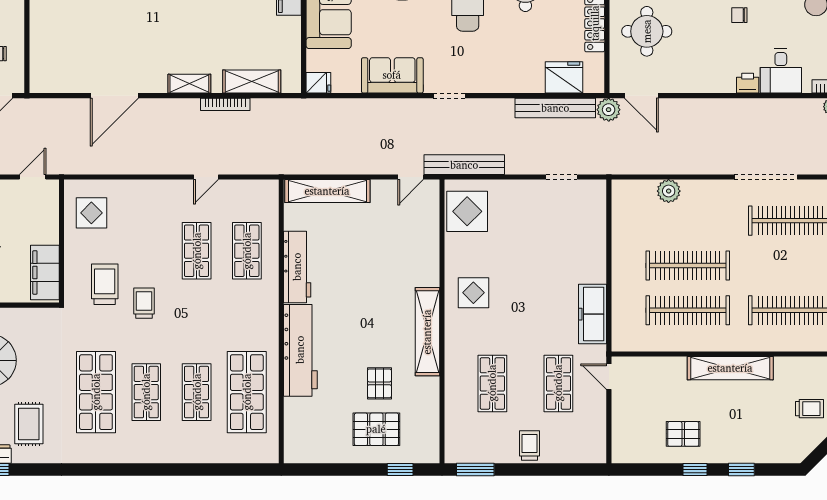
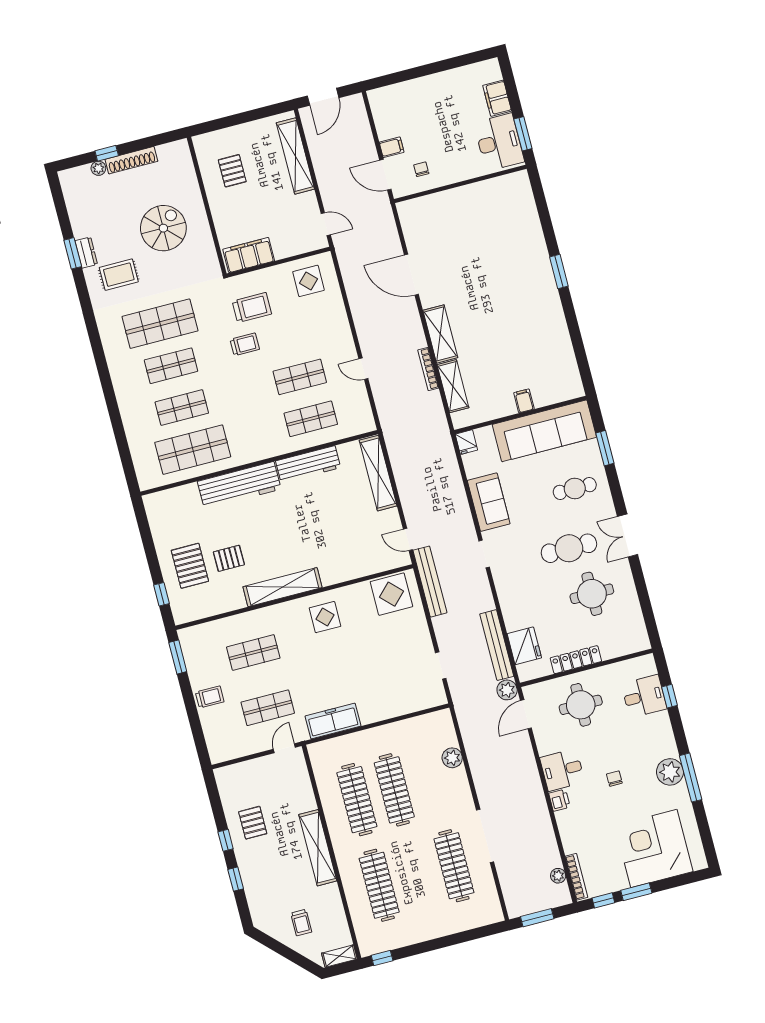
desk: (781, 71) -> (562, 770), moved
shelving: (189, 84) -> (440, 334), width x1.50, depth x1.33

